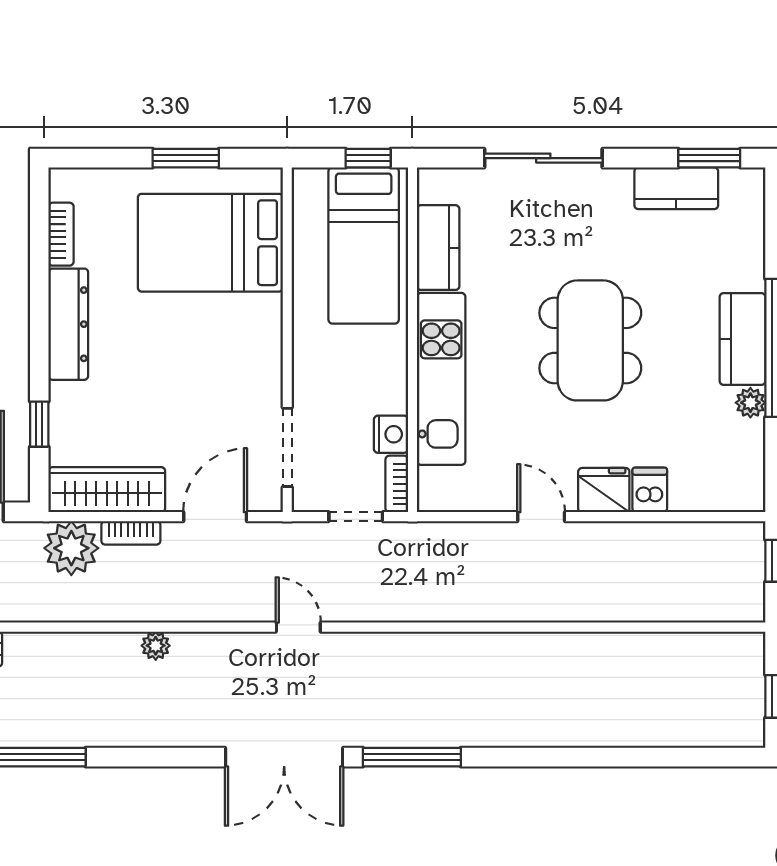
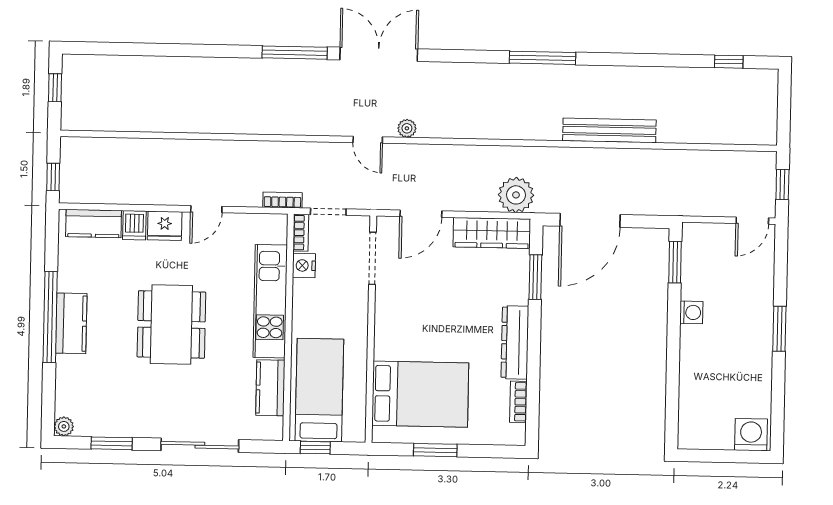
window: (709, 158) -> (112, 443), moved
kitchen counter: (676, 188) -> (94, 224), moved, turned 180
plant: (750, 403) -> (64, 426), moved
window: (39, 424) -> (535, 277), width x1.50
door: (541, 517) -> (206, 209), hinge flipped
bookcase: (131, 533) -> (282, 200), moved
plant: (156, 646) -> (407, 128), moved

